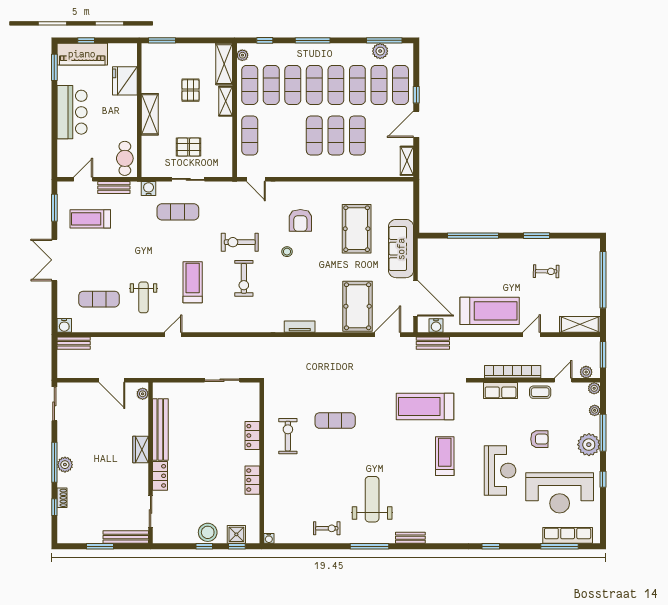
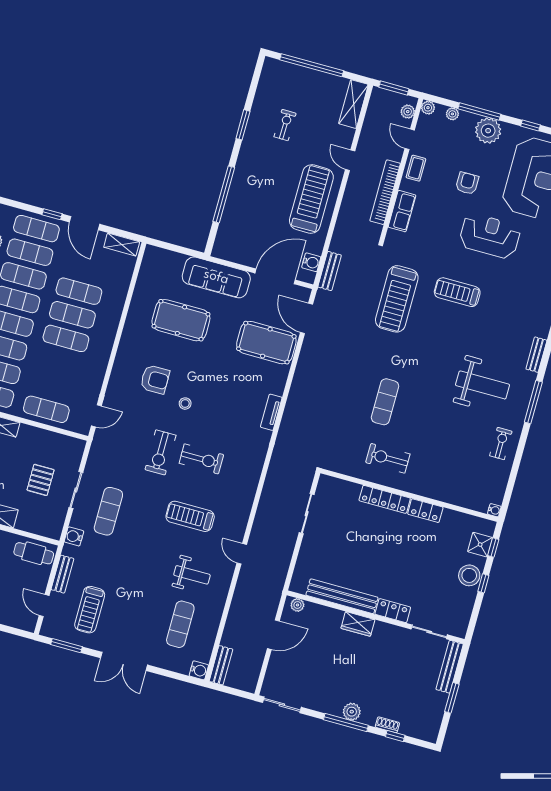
locker: (252, 436) -> (385, 499), width x1.53
weight bench: (372, 499) -> (483, 385), turned 180

